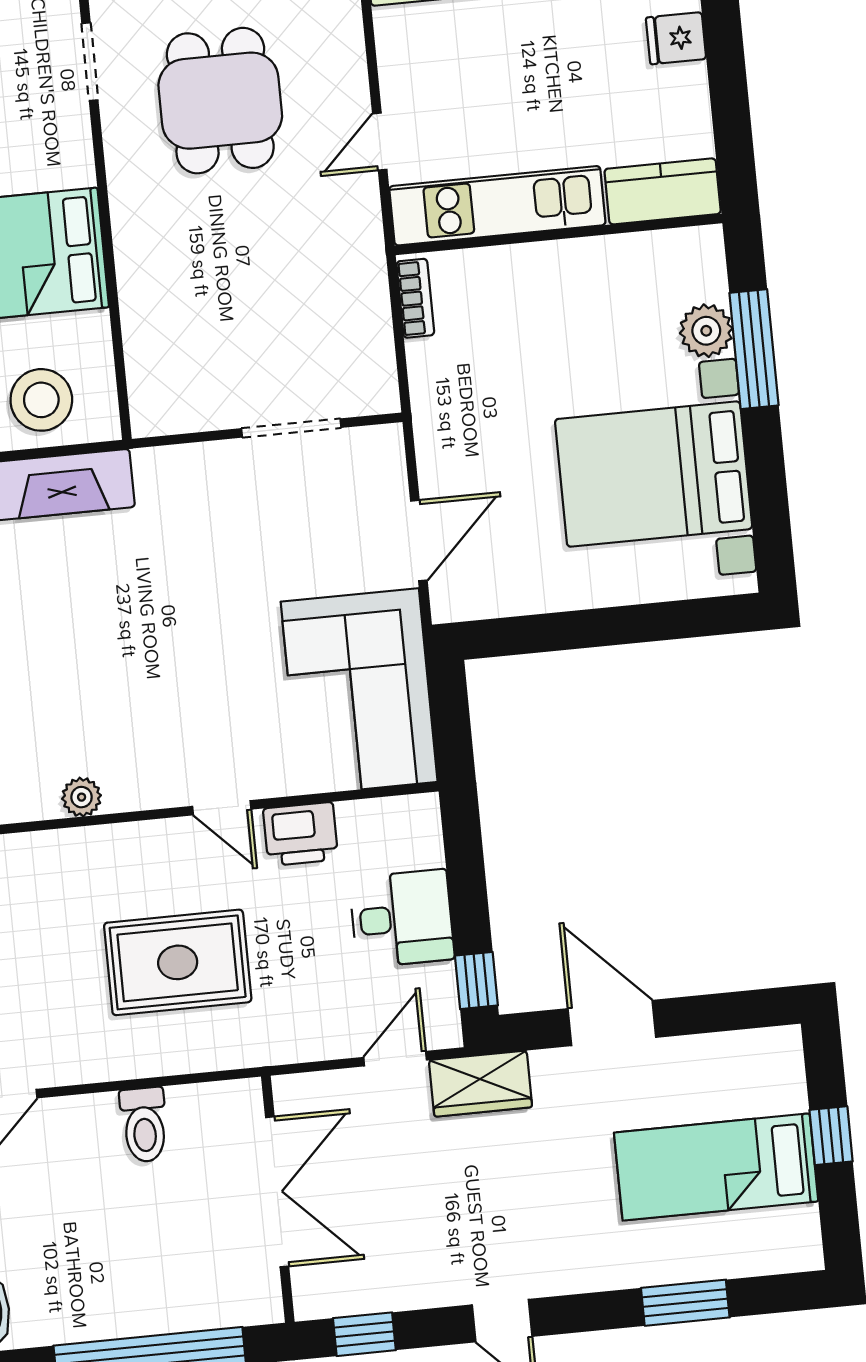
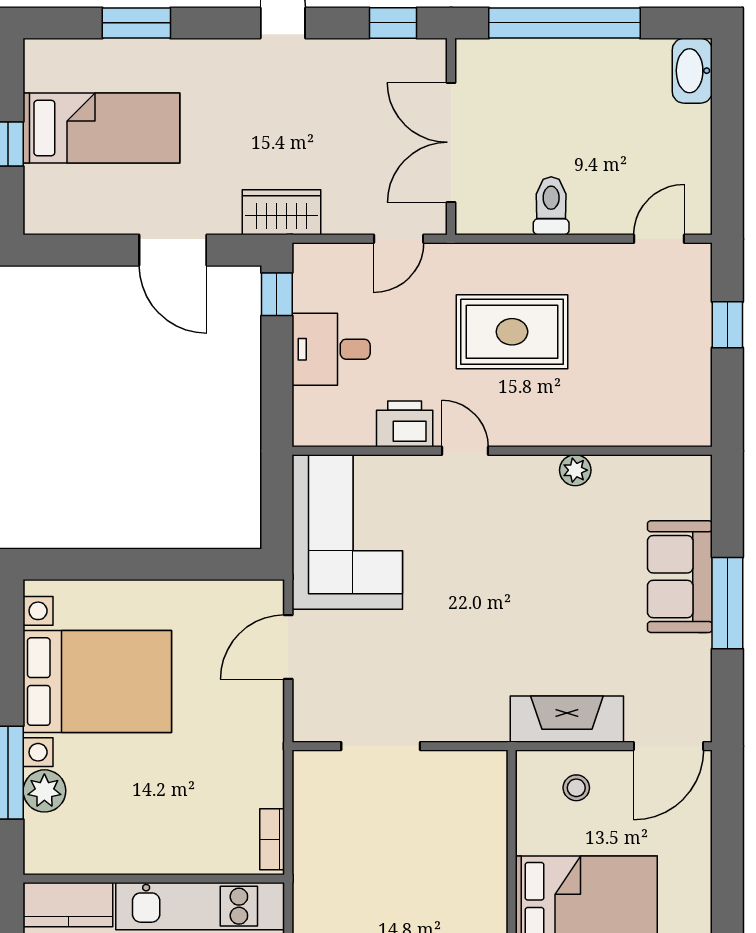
stool: (41, 400) -> (576, 788), width x0.53, depth x0.53
door: (395, 1059) -> (399, 239), moved

